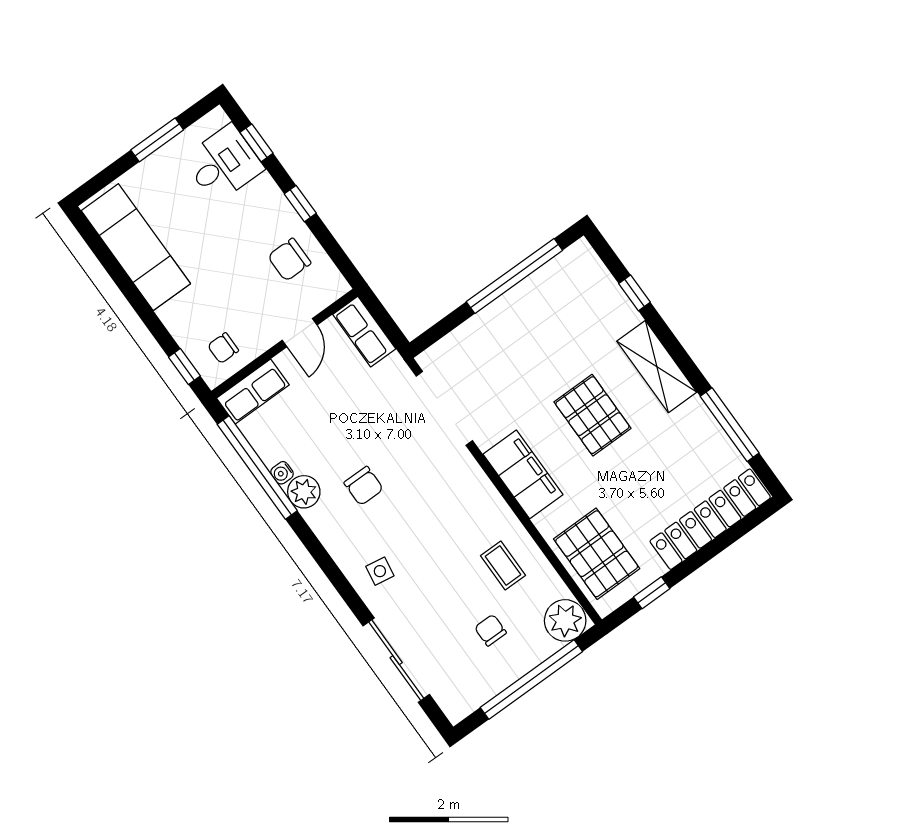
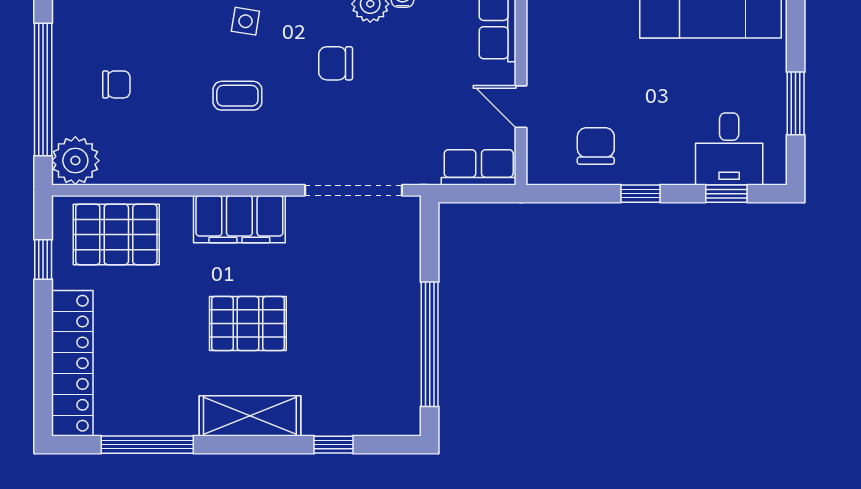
chair: (223, 348) -> (558, 25), removed
coffee table: (503, 566) -> (237, 96), moved

